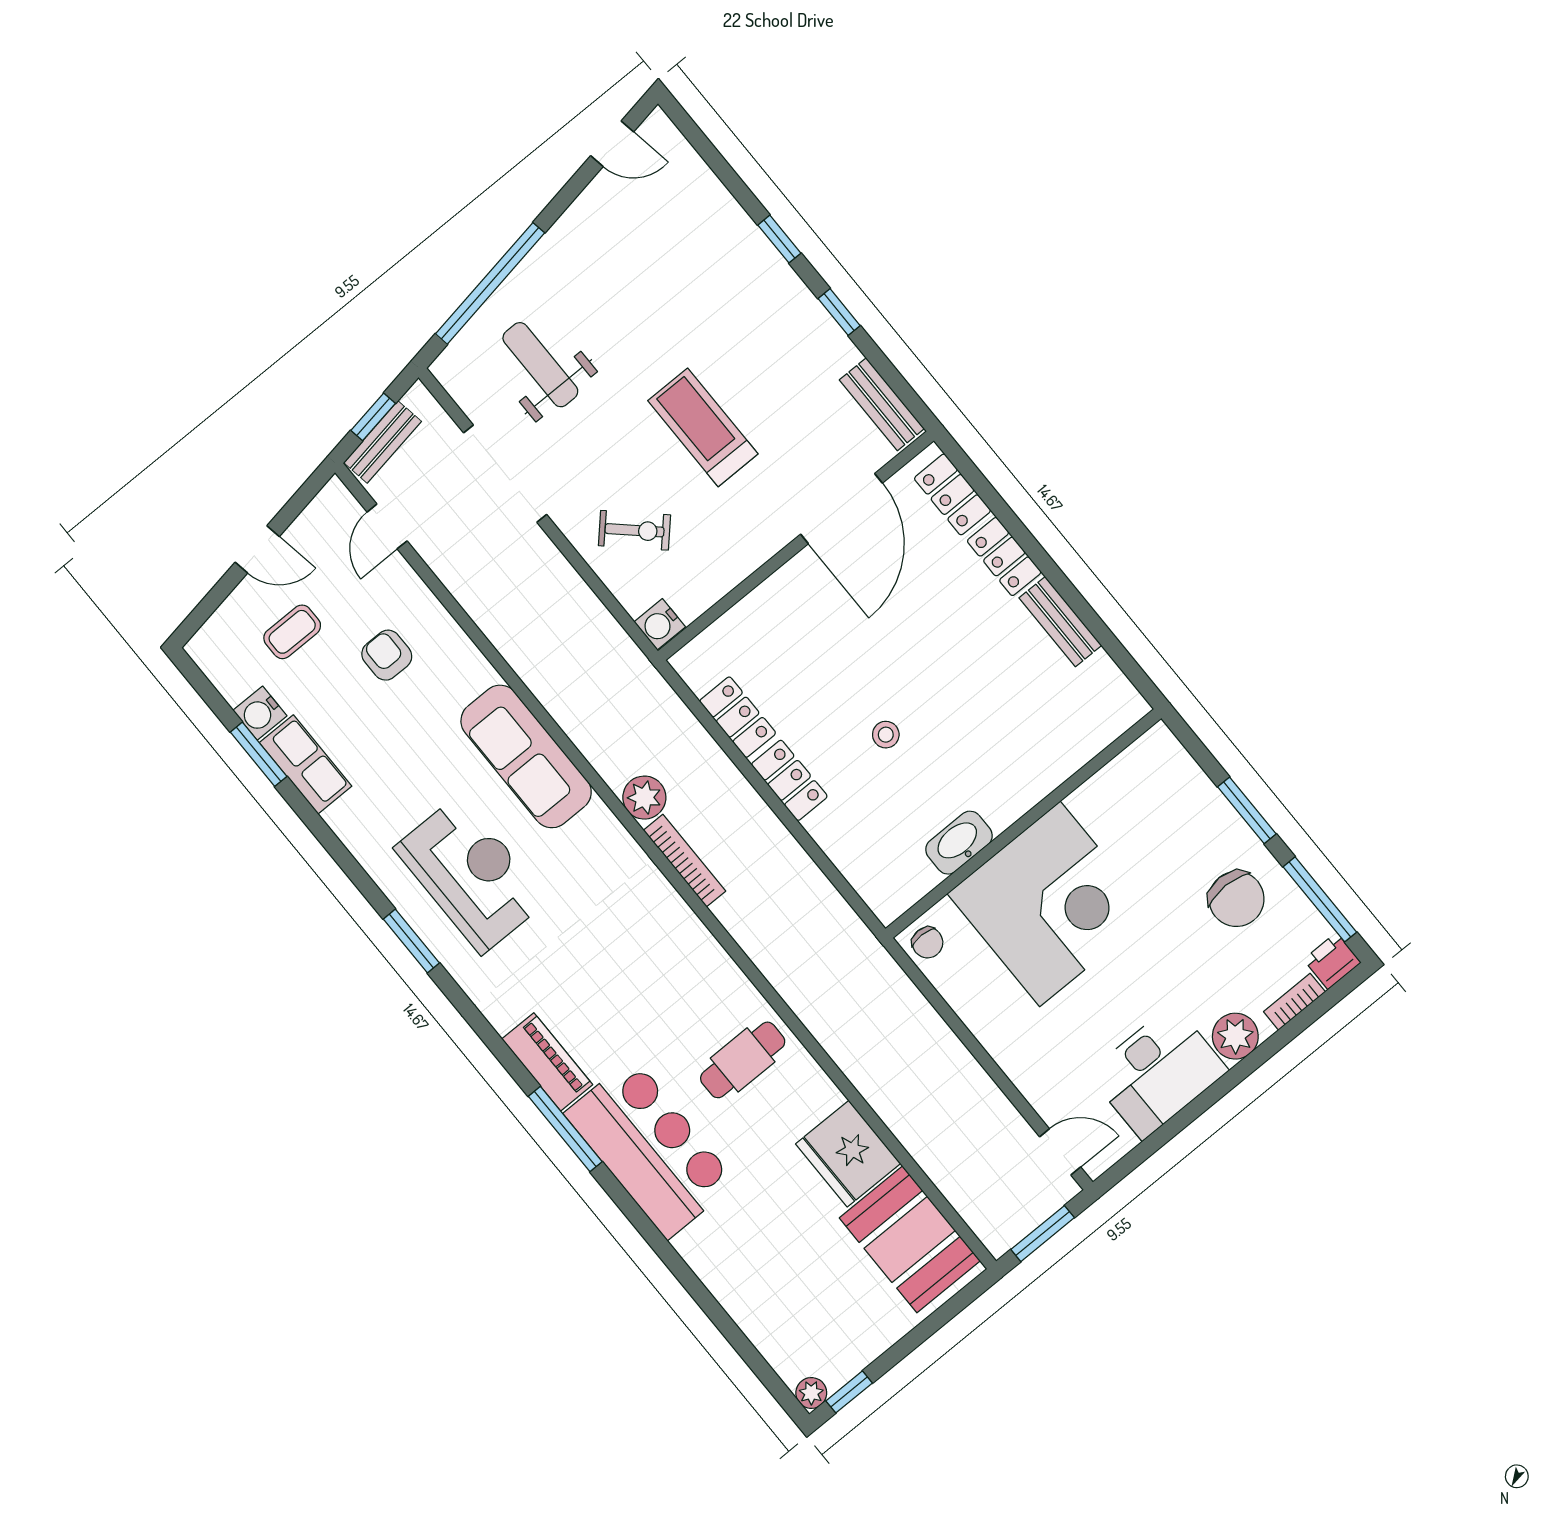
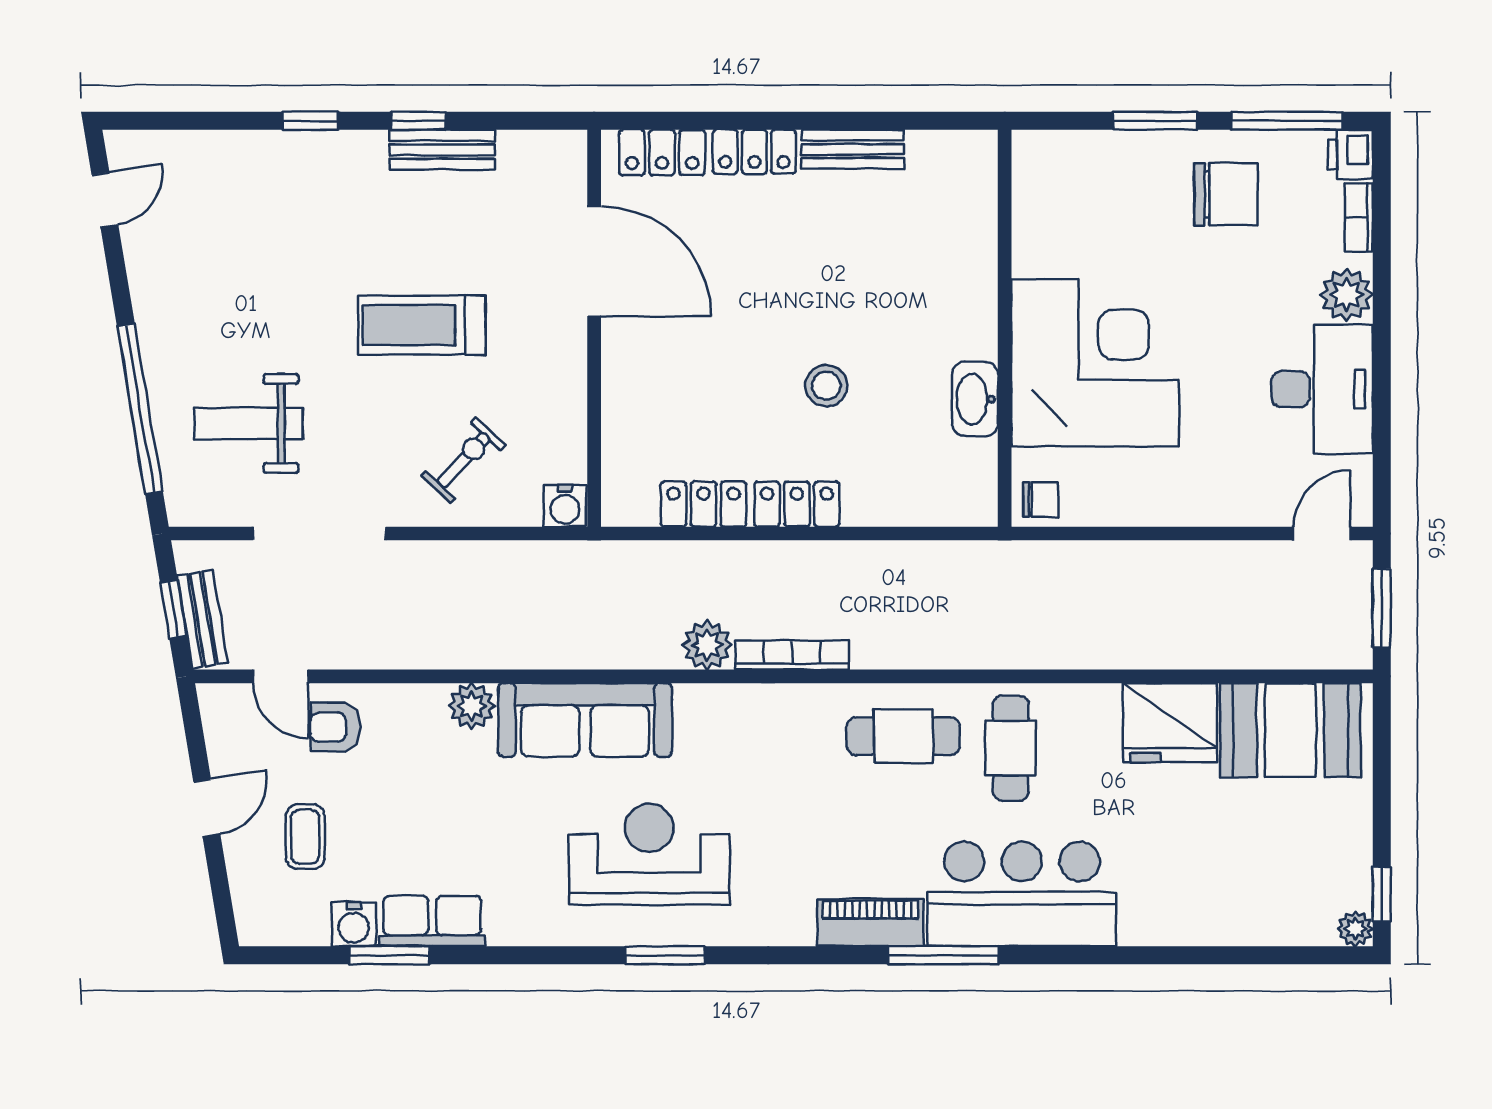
bench: (882, 404) -> (442, 150), moved
armchair: (387, 655) -> (335, 727), moved
plant: (473, 672) -> (472, 706), added
stool: (886, 735) -> (826, 386), width x1.37, depth x1.37
cafe table: (691, 981) -> (903, 736), added

